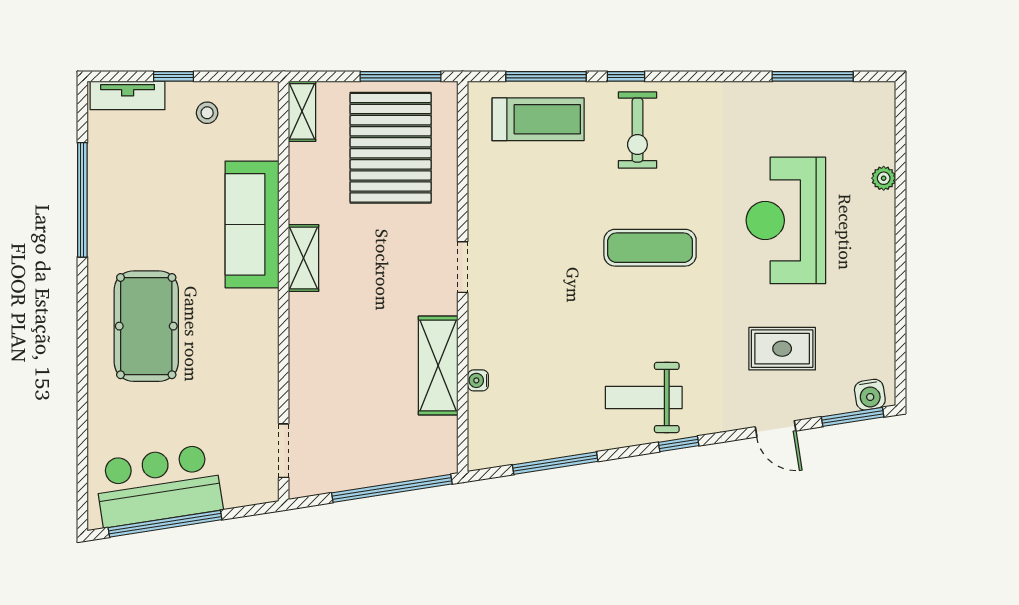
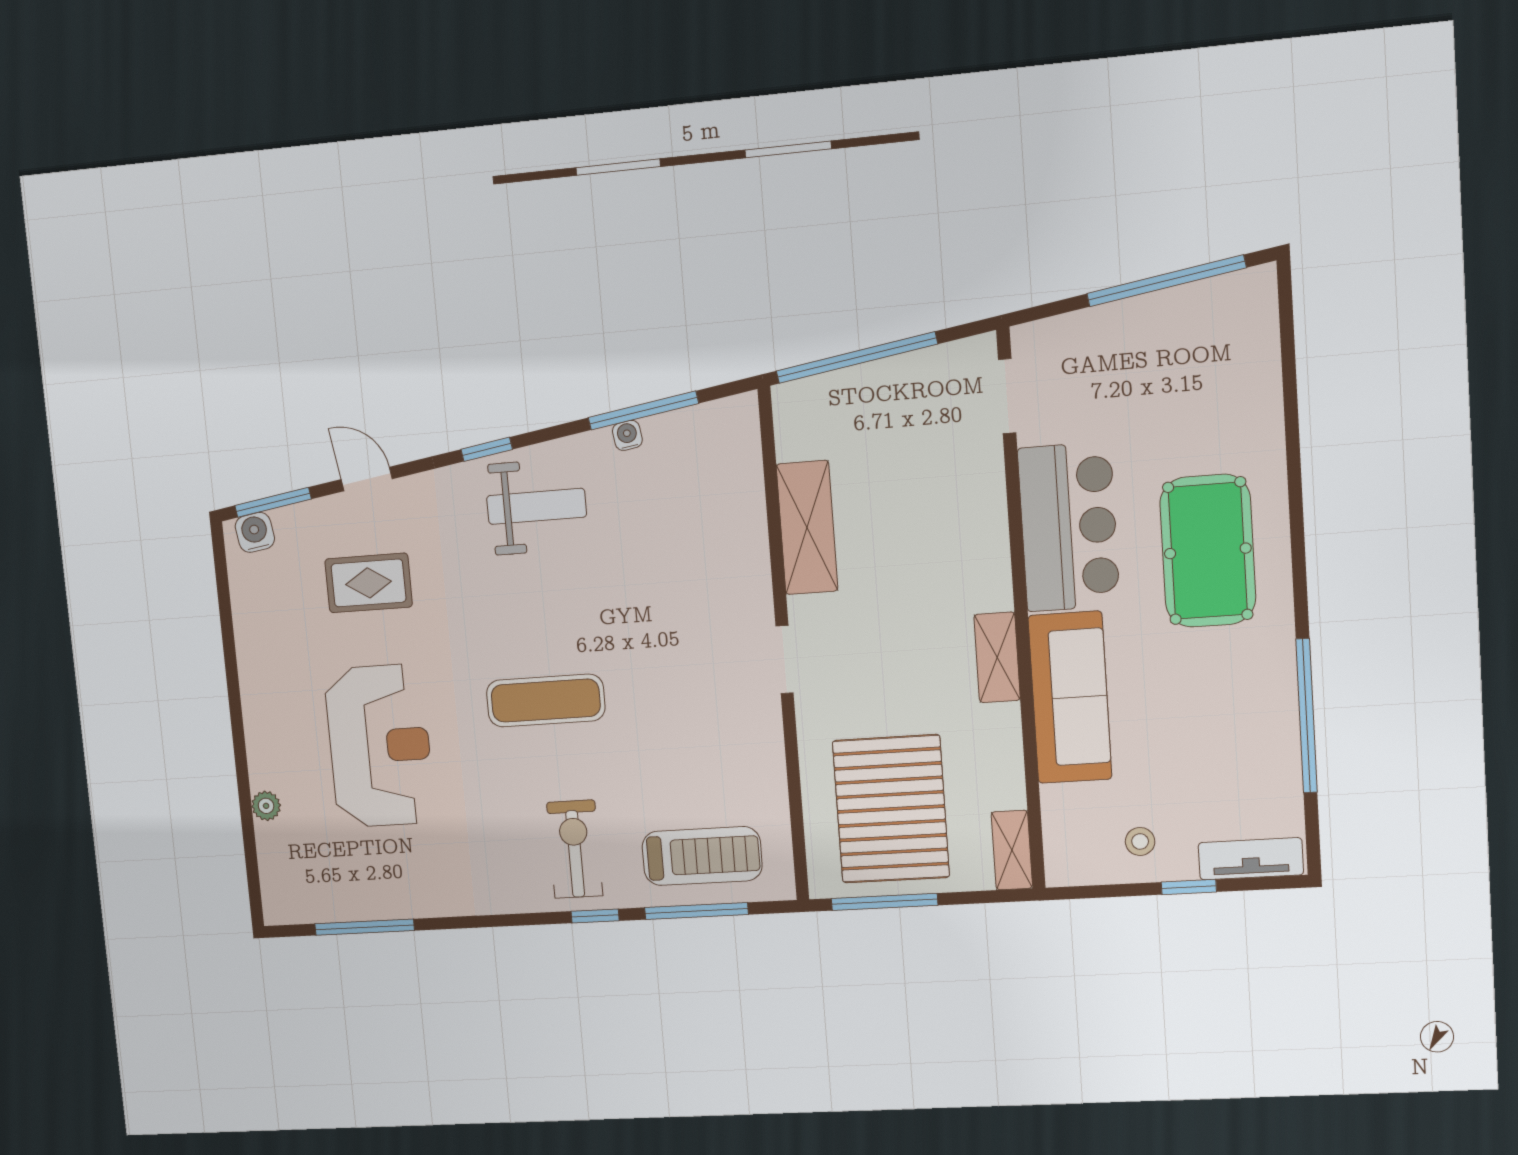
treadmill: (538, 119) -> (702, 856), turned 180
water cooler: (478, 380) -> (627, 435), moved, turned -99
bar counter: (158, 486) -> (1069, 527), moved, turned -81

